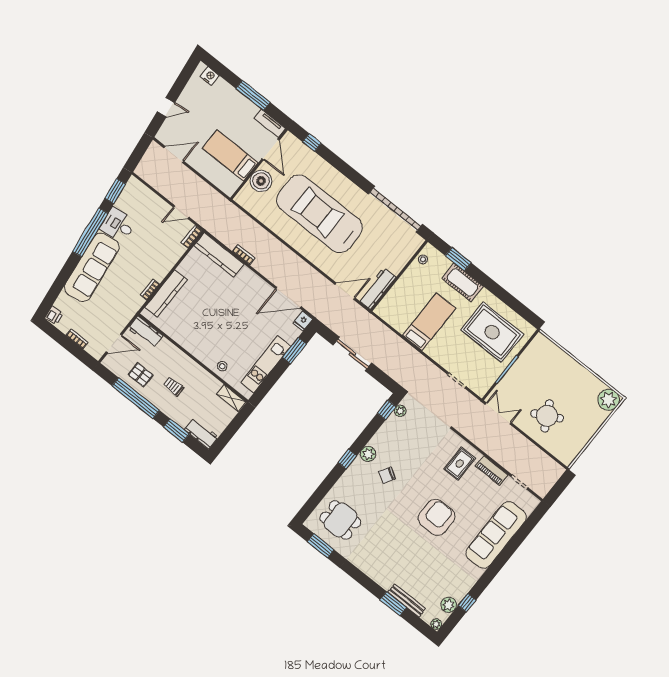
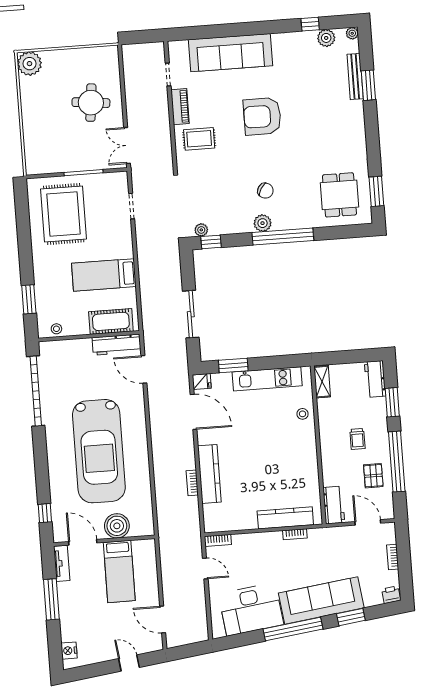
door: (271, 149) -> (83, 542), hinge flipped
window: (115, 191) -> (351, 617), moved
desk: (118, 225) -> (251, 609), width x1.87, depth x1.30
kitchen counter: (219, 255) -> (209, 474), moved
cot: (462, 282) -> (111, 321), moved, turned 90
round table: (547, 416) -> (91, 103), turned 34
window: (347, 459) -> (283, 236), width x3.17

